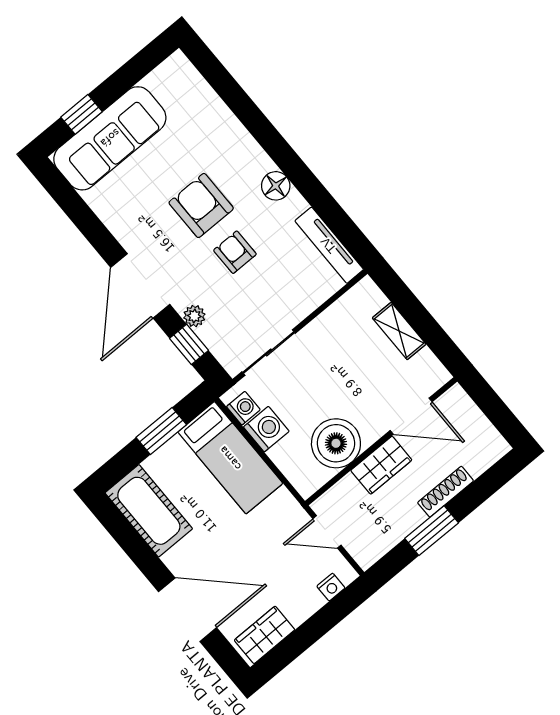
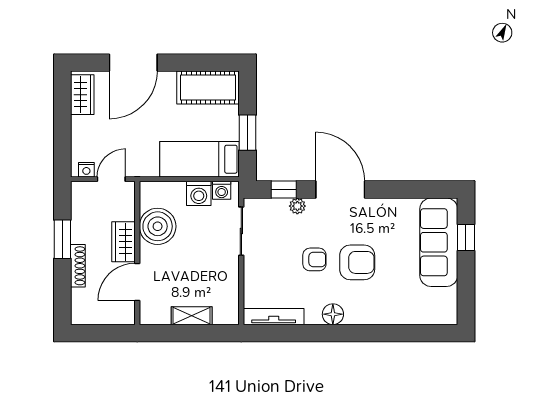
nightstand: (331, 587) -> (86, 170), moved, turned -90

